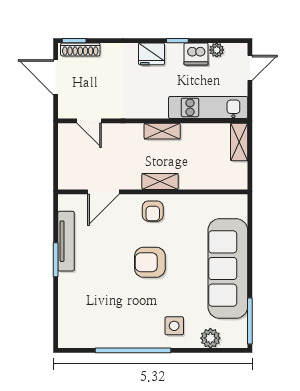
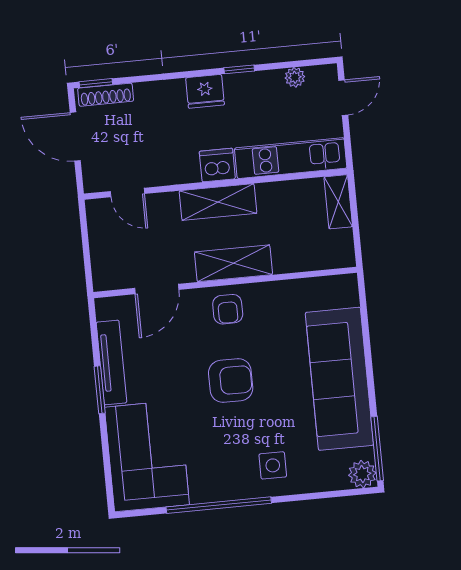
dishwasher: (196, 54) -> (217, 165), moved, turned 180
shelving: (162, 131) -> (218, 202), width x1.50, depth x1.33
shelving: (160, 181) -> (233, 263), width x1.50, depth x1.33
armchair: (150, 262) -> (231, 380), turned 180
corner sofa: (85, 310) -> (147, 456), added
plant: (210, 338) -> (362, 474), moved

